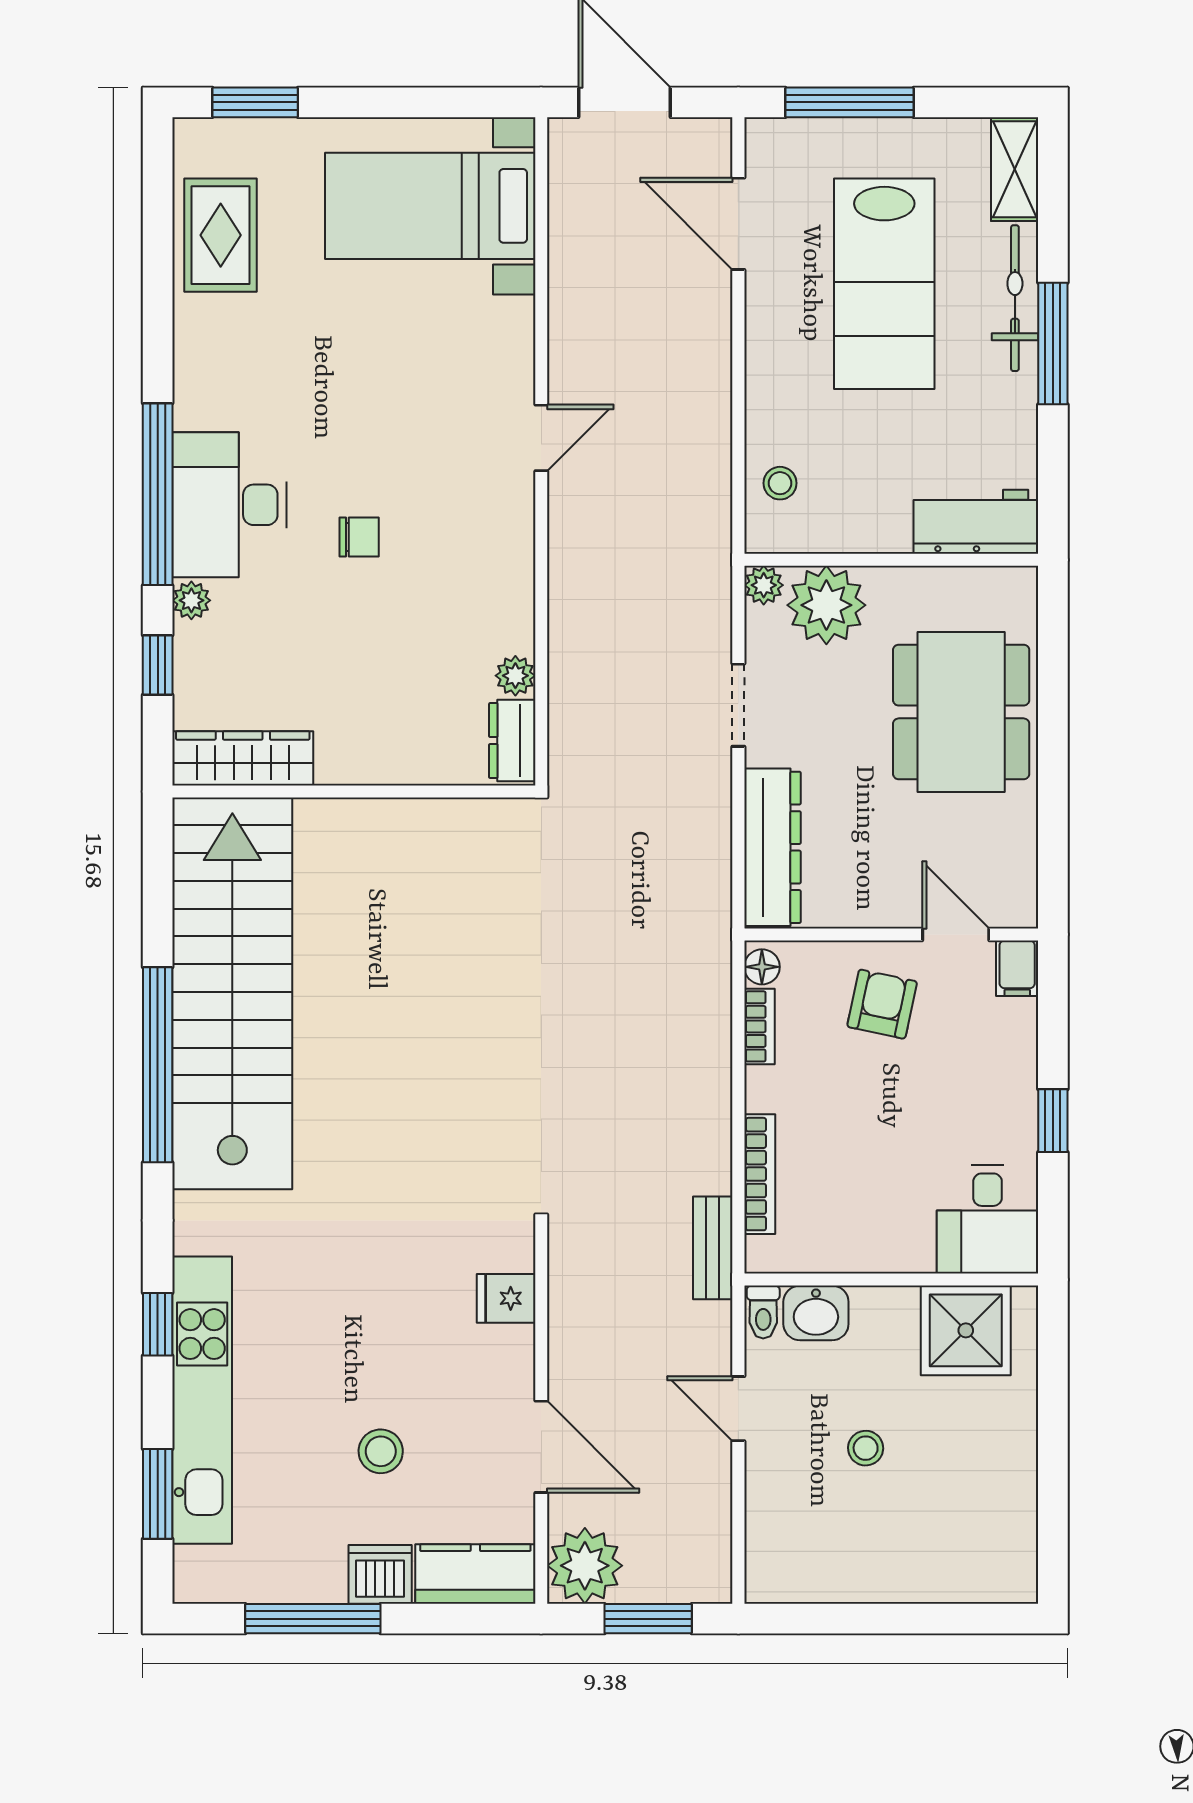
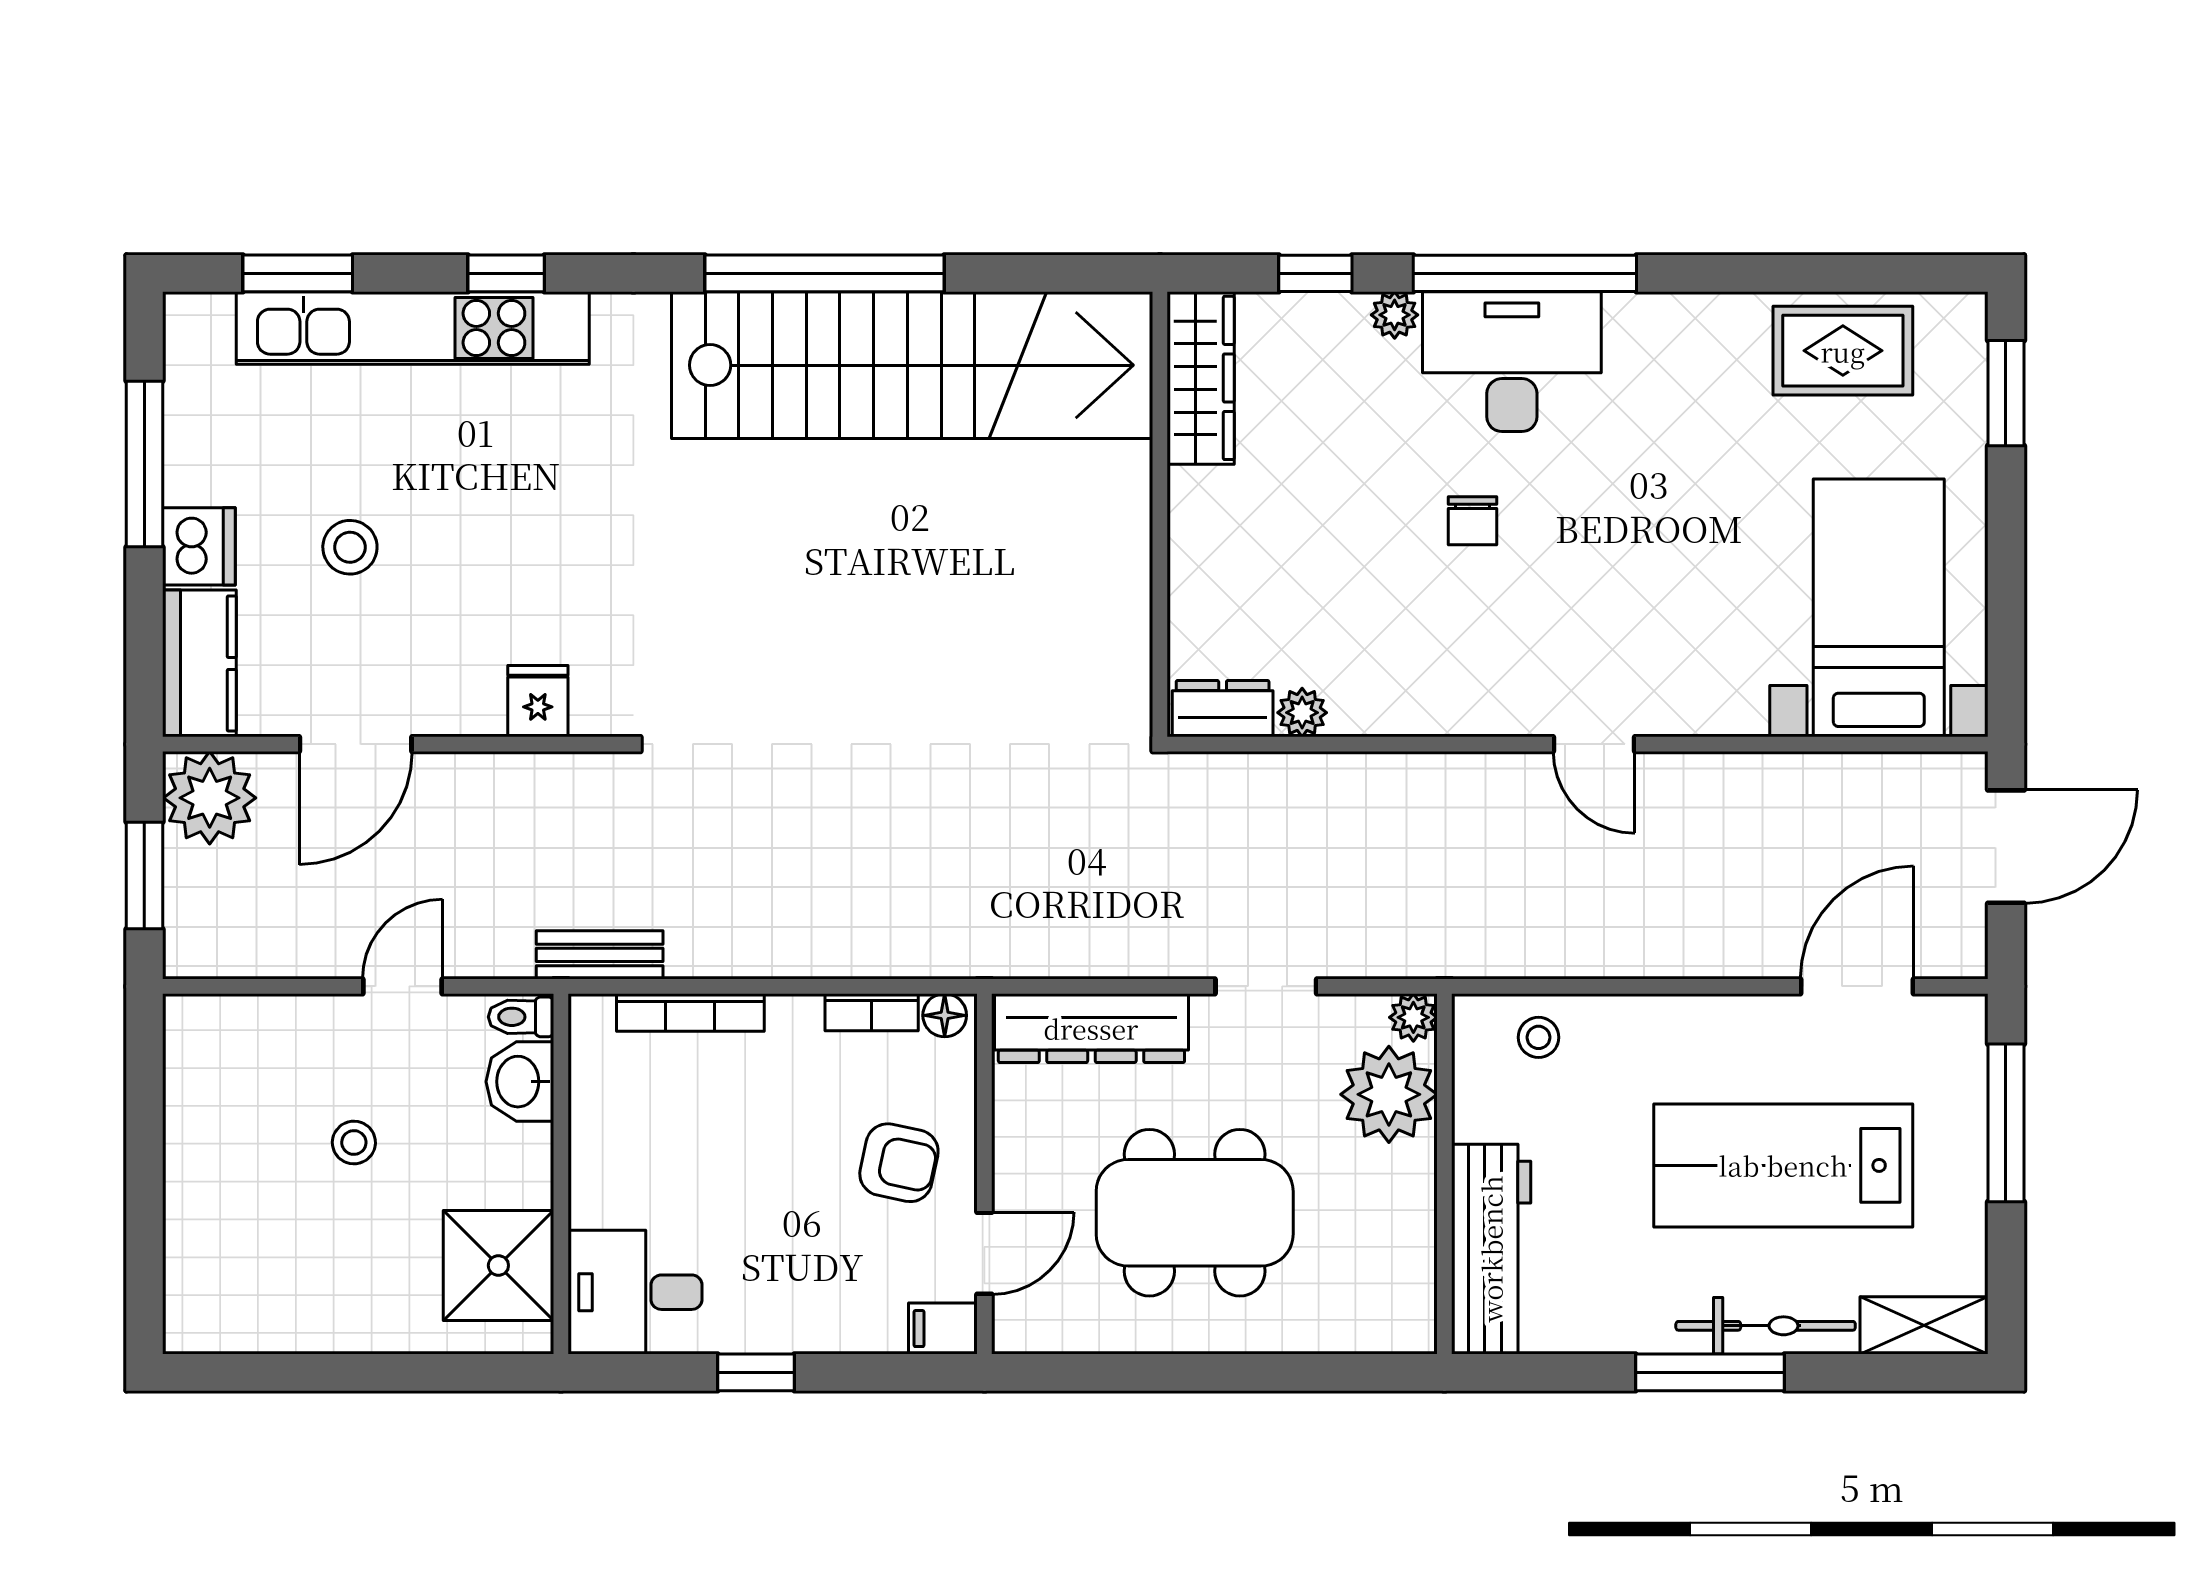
workbench: (976, 522) -> (1491, 1249), width x1.38
dining table: (961, 712) -> (1195, 1213), moved

